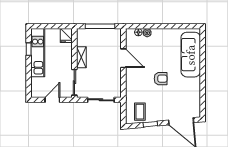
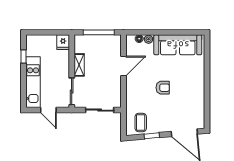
kitchen unit: (38, 53) -> (33, 82), moved
sofa: (191, 55) -> (178, 45), moved, turned -90
door: (123, 58) -> (123, 66), hinge flipped
door: (52, 100) -> (48, 110), swing flipped

